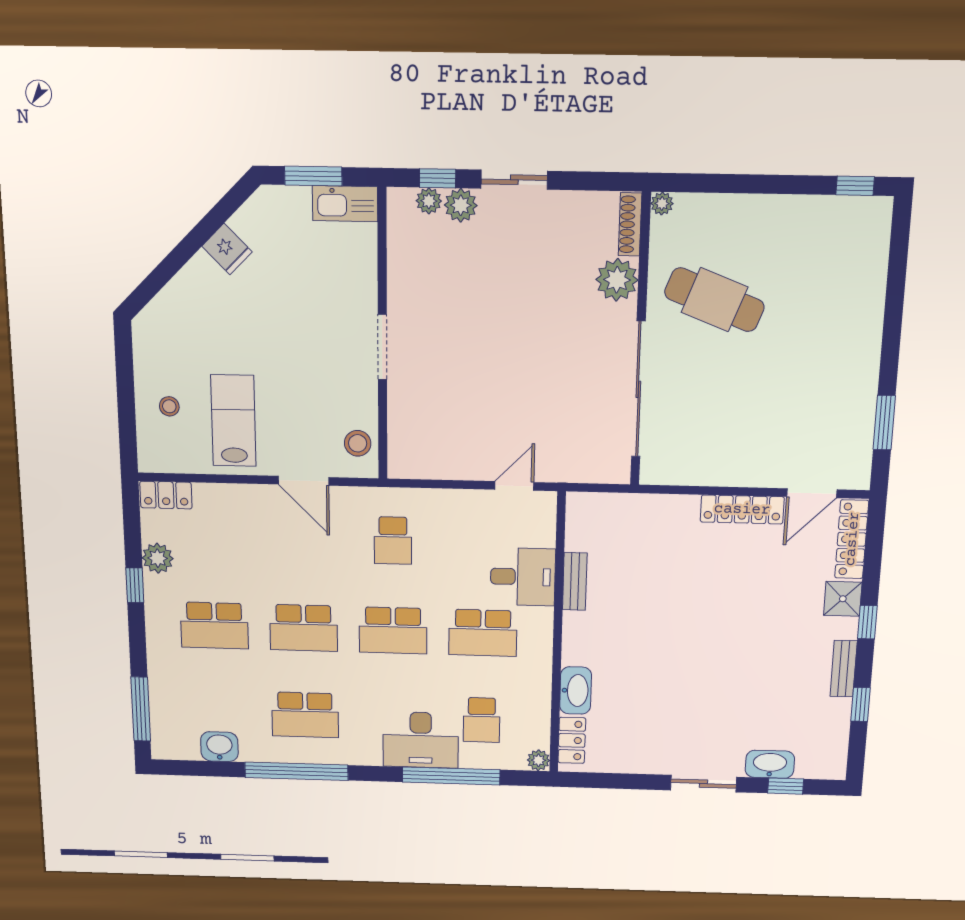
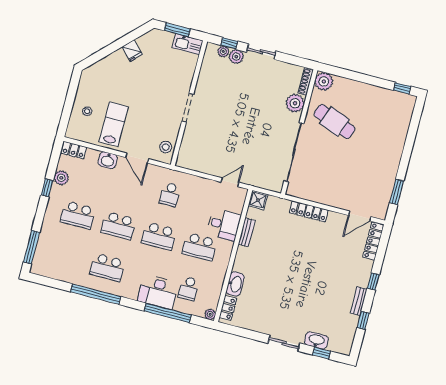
plant: (662, 204) -> (324, 81), width x1.88, depth x1.88
locker: (742, 509) -> (309, 211), moved
shower: (843, 599) -> (258, 200), moved
washbasin: (219, 747) -> (108, 160), moved, turned 180

